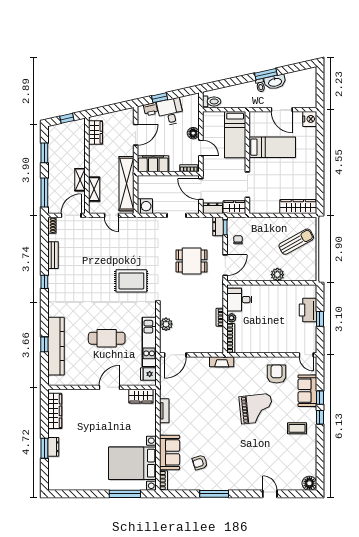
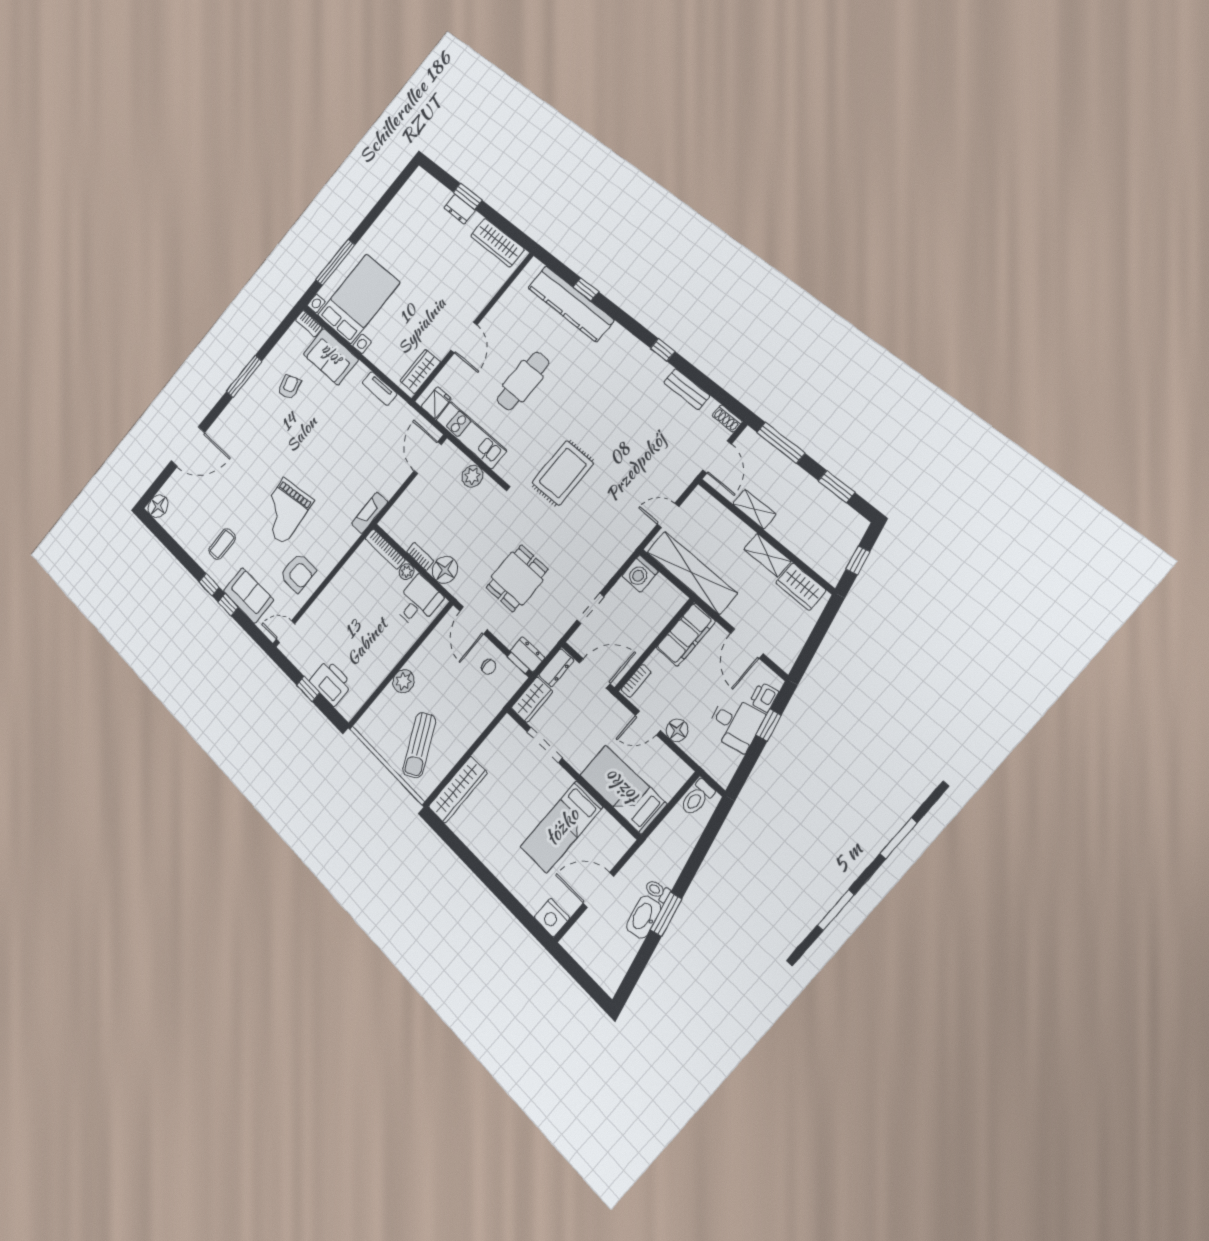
shelving: (94, 189) -> (767, 555), moved
floor lamp: (216, 299) -> (445, 570), added
door: (270, 494) -> (188, 447), width x1.87

